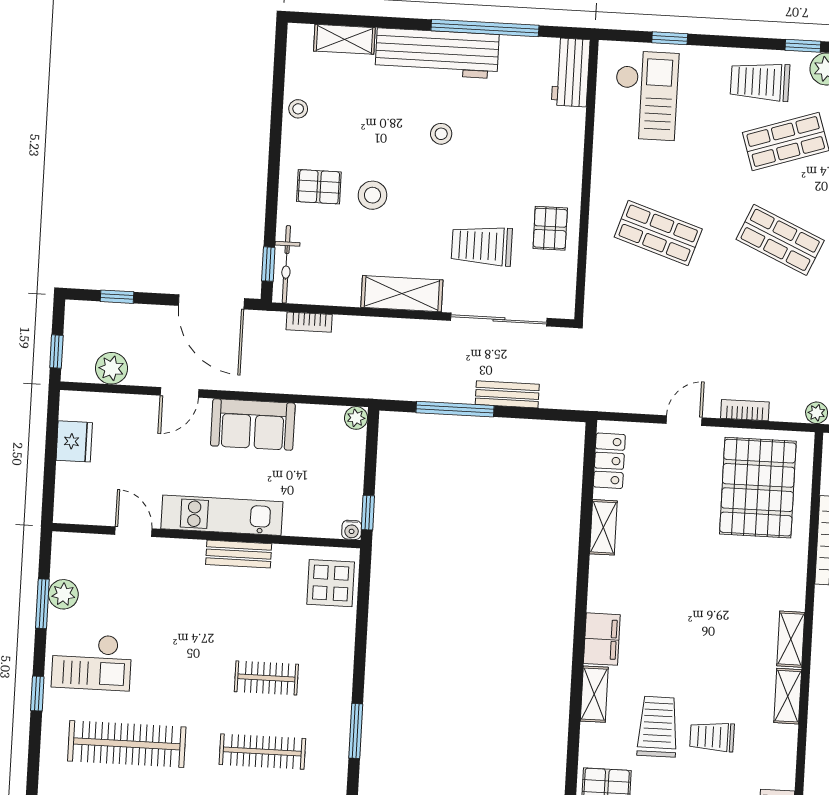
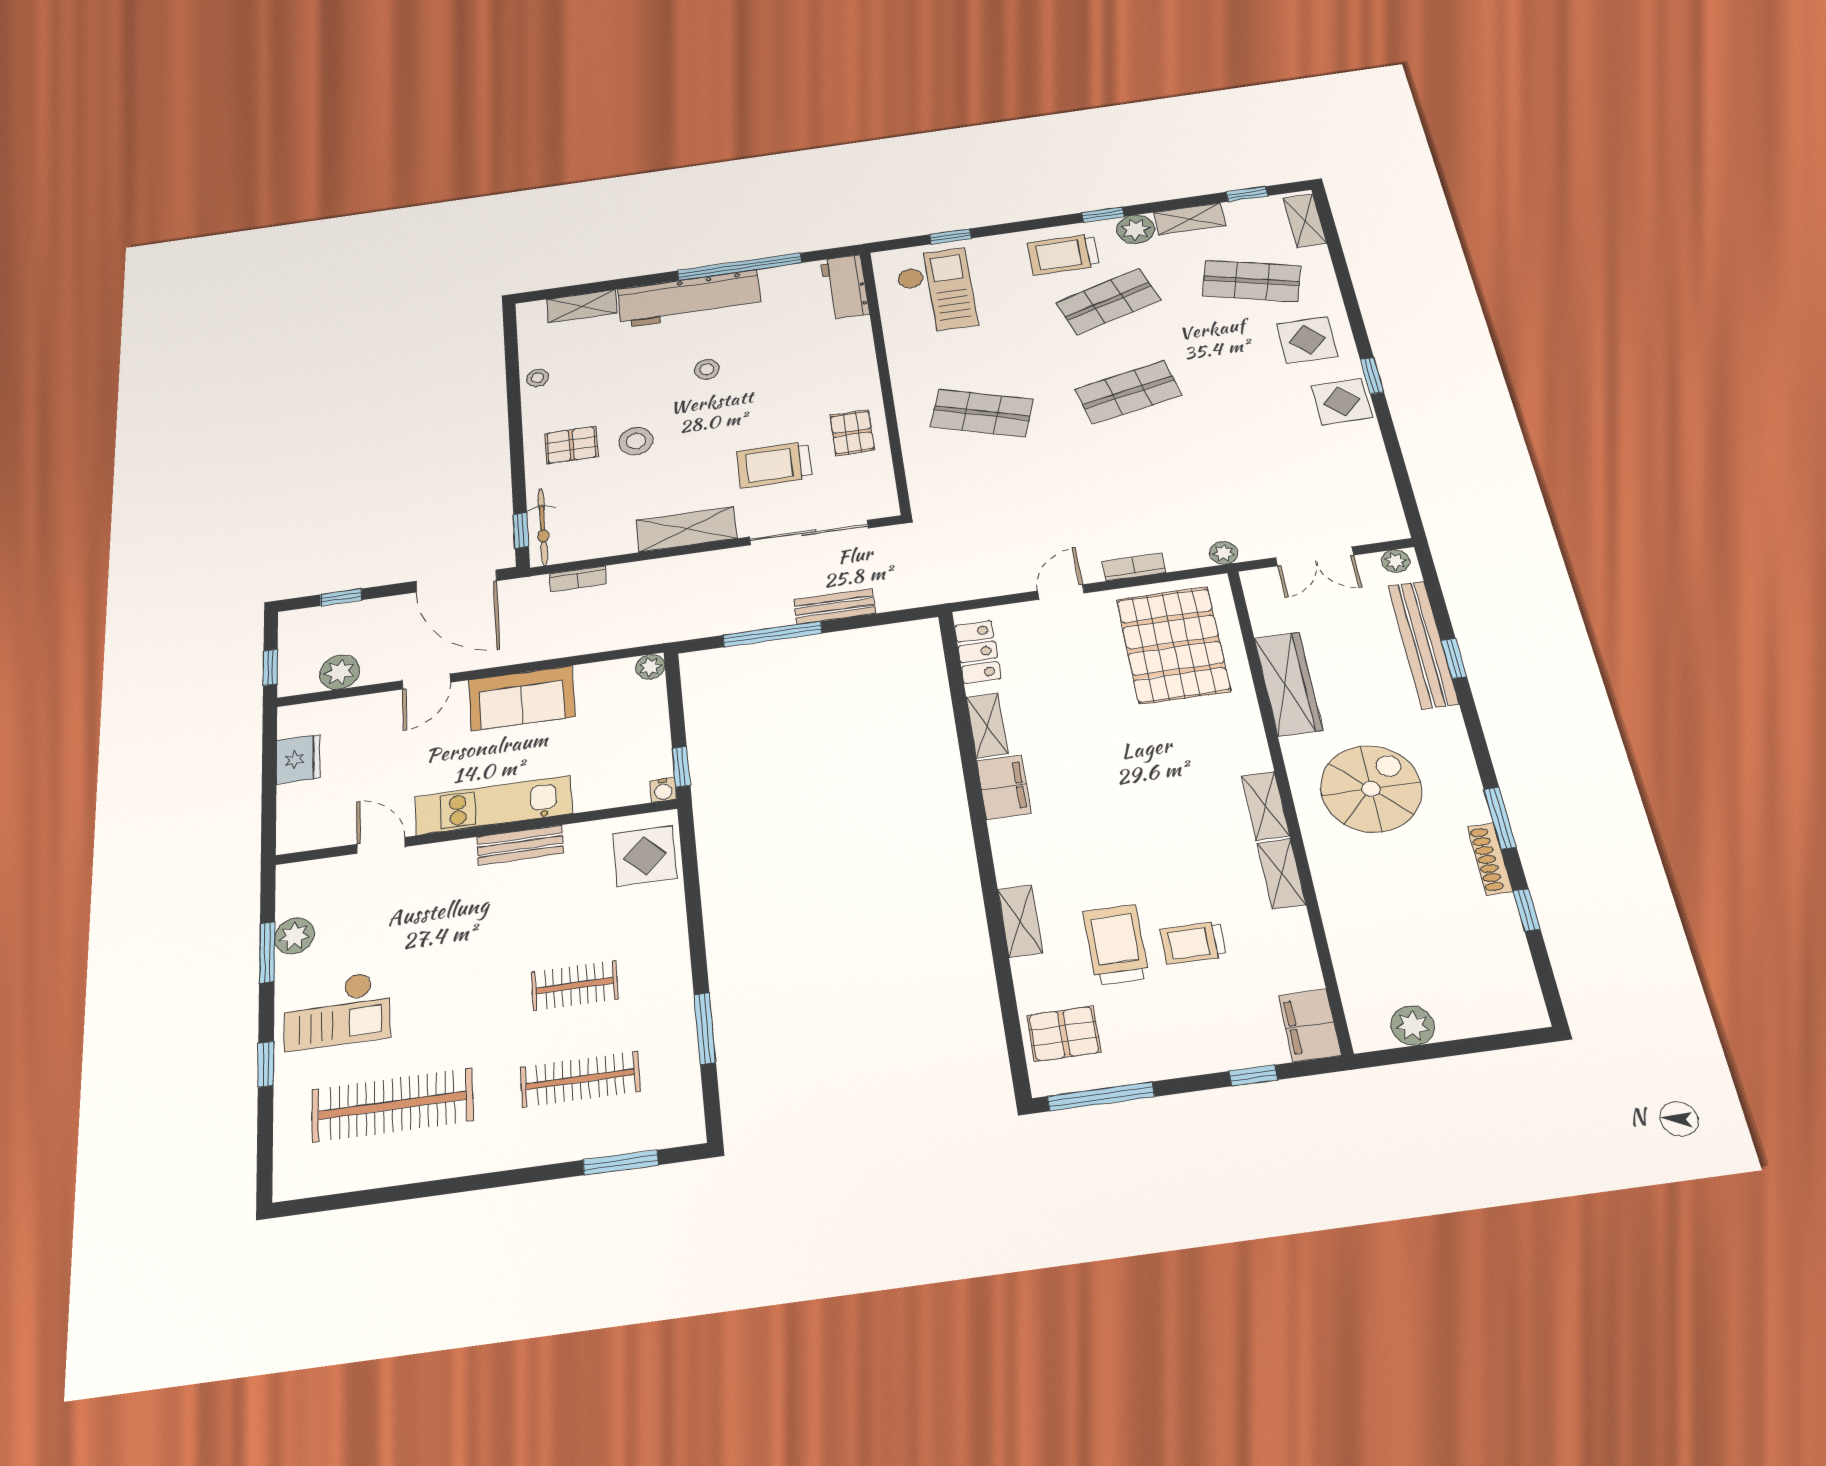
shop shelf: (780, 240) -> (1128, 392), turned -36
filing cabinet: (602, 639) -> (1004, 787), moved

